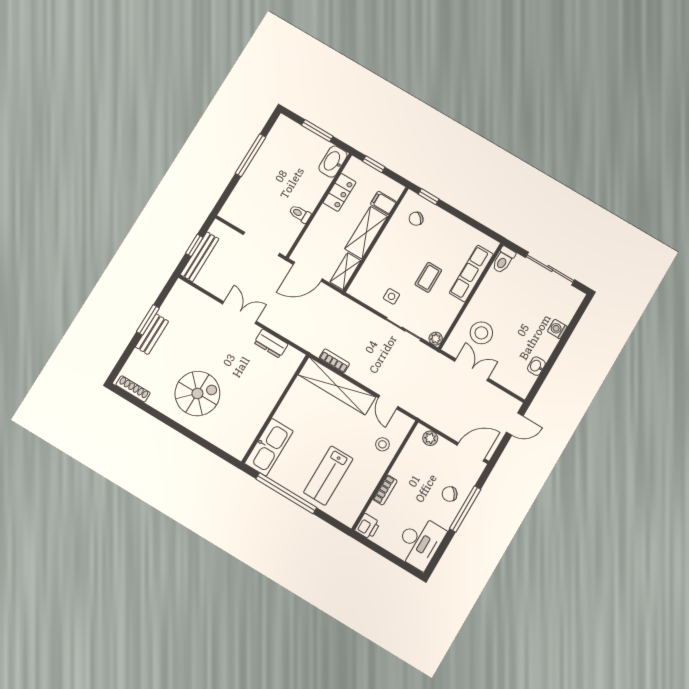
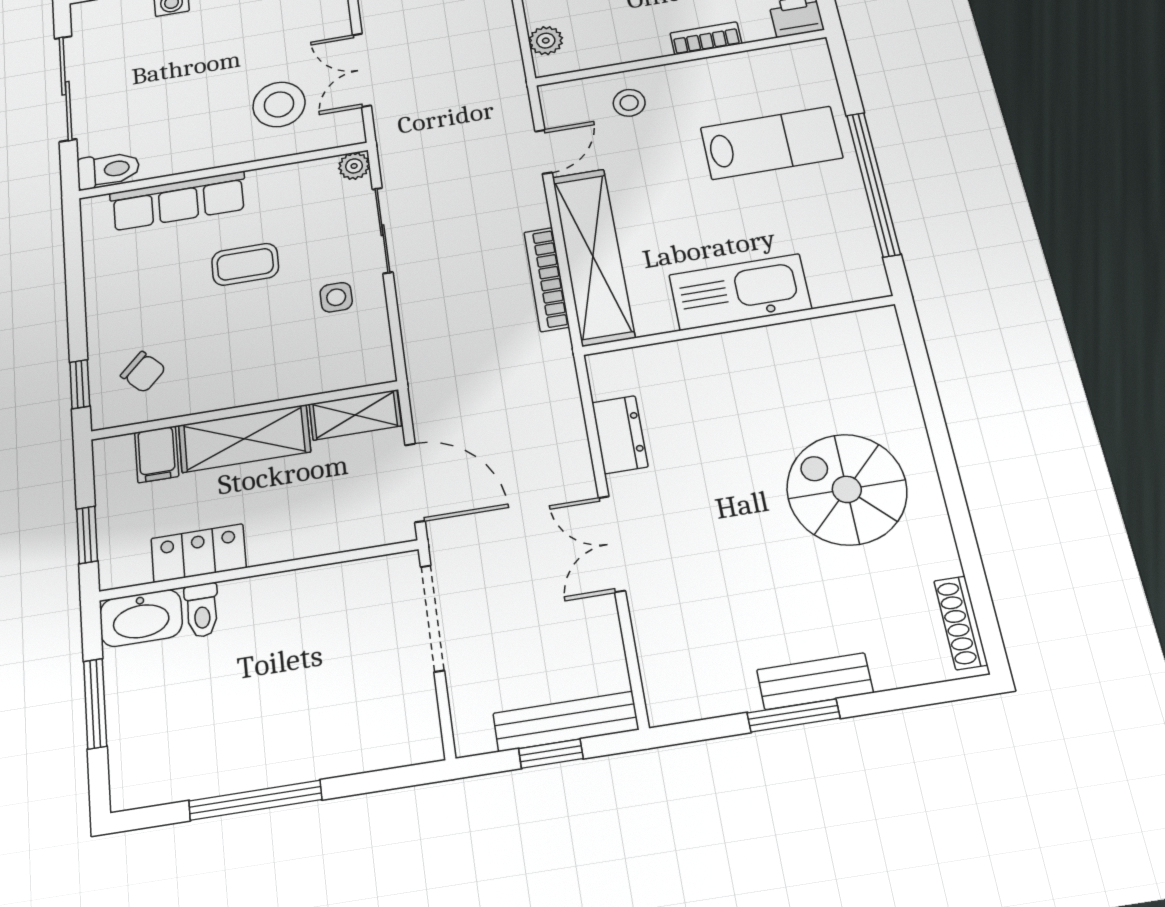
toilet: (300, 214) -> (202, 610), moved
bookcase: (334, 361) -> (546, 279), width x1.56
kitchen sink: (269, 447) -> (740, 292), moved

